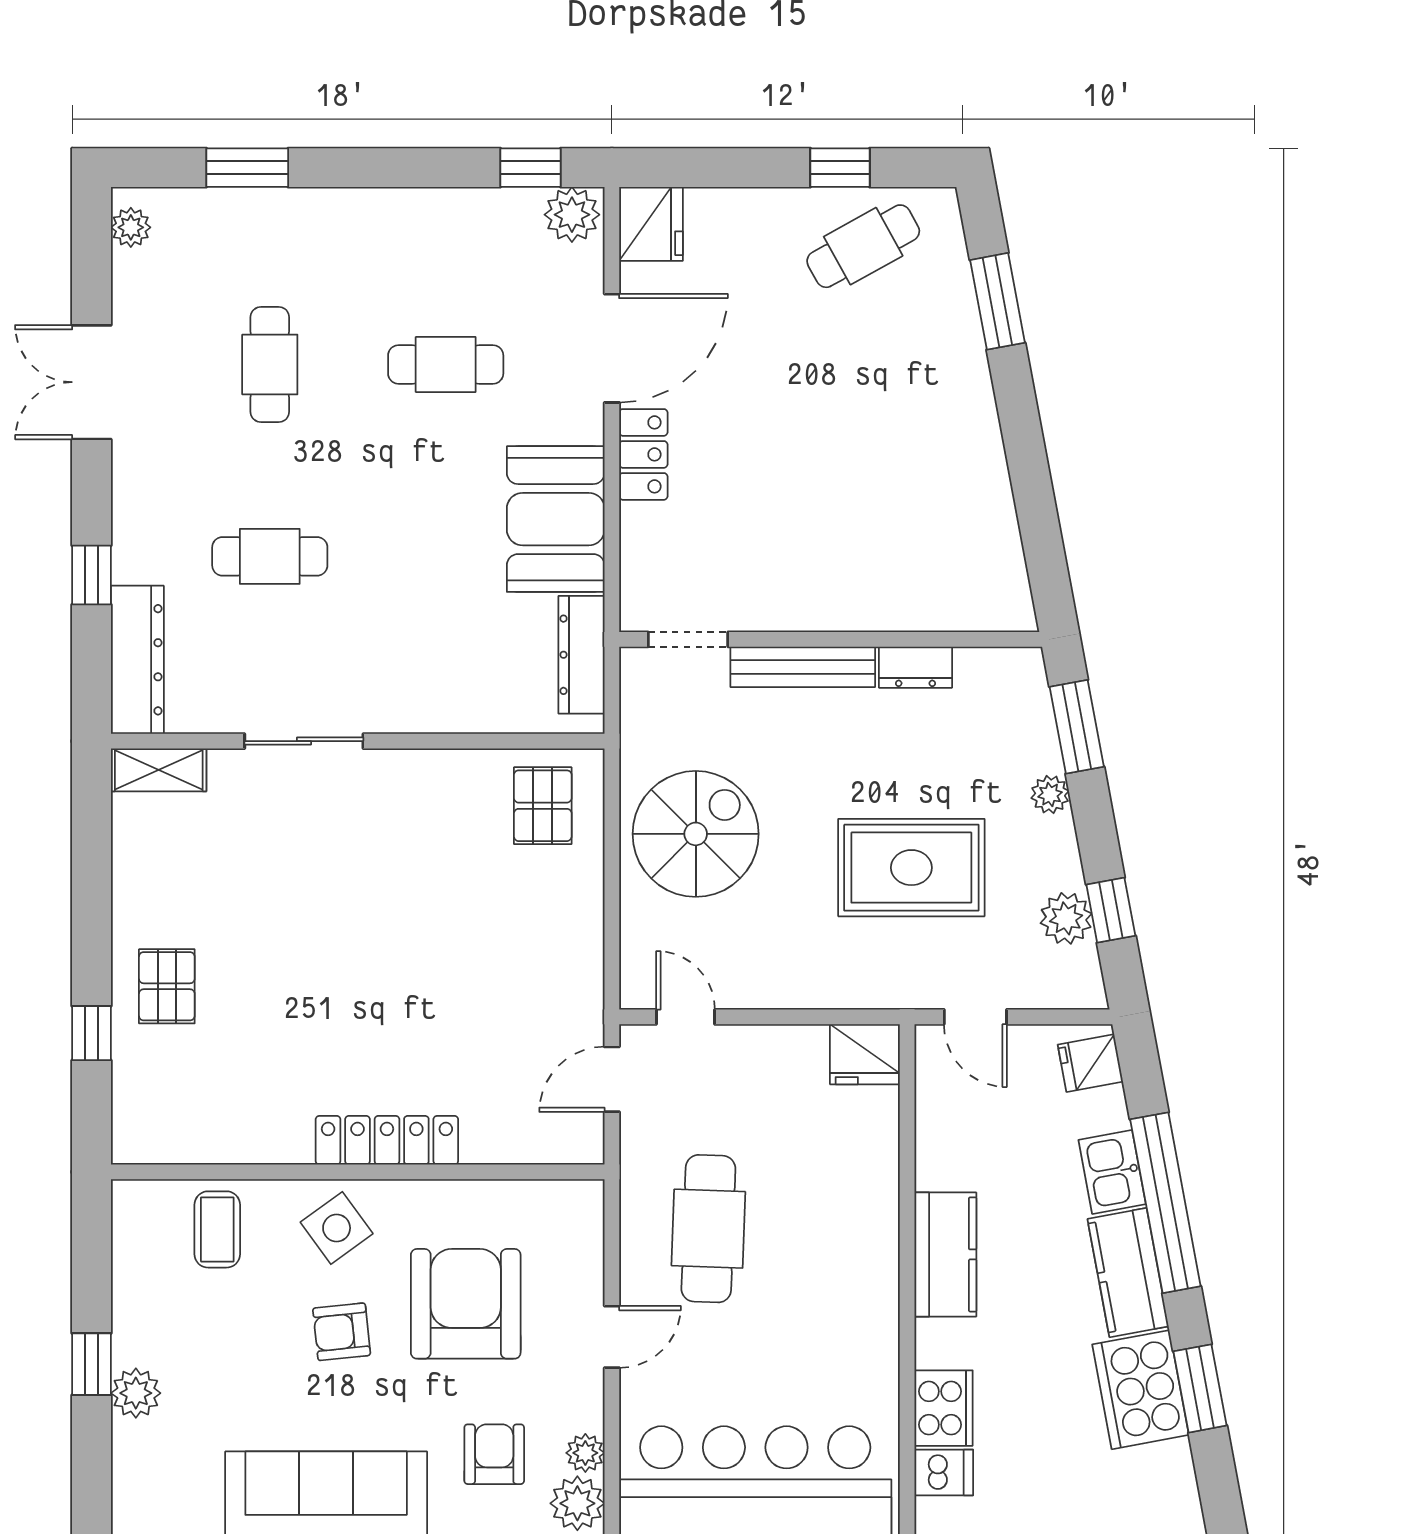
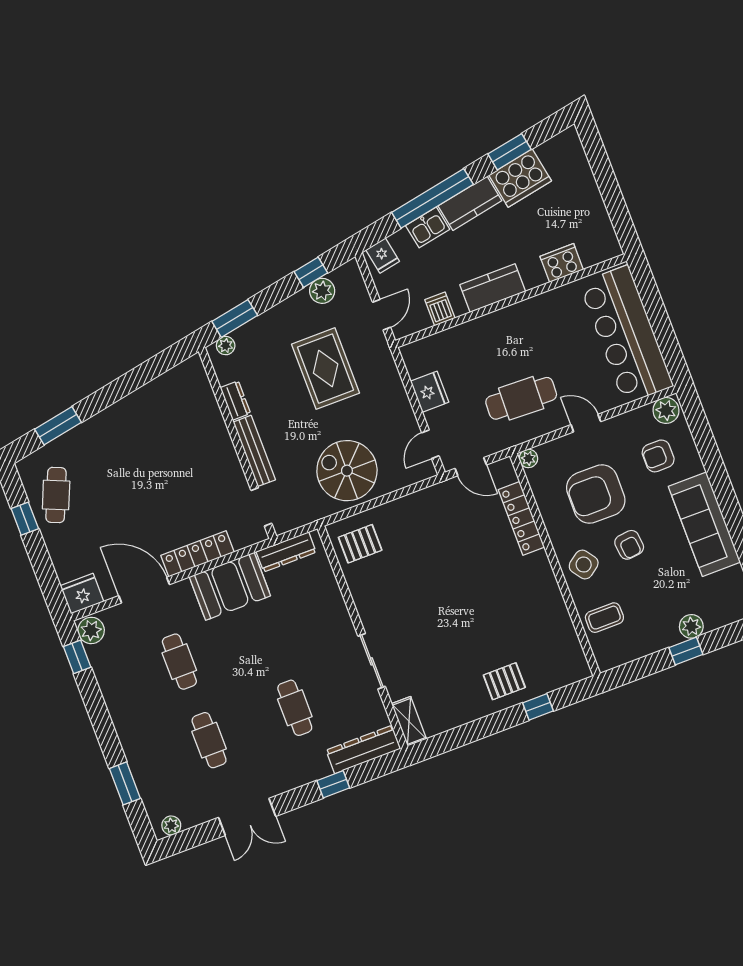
cafe table: (863, 246) -> (56, 495), turned 52
cafe table: (270, 364) -> (209, 740), turned 90
locker: (643, 454) -> (197, 554), width x1.53
plant: (1050, 794) -> (226, 346), moved
fridge: (865, 1054) -> (430, 392), moved
locker: (387, 1140) -> (521, 518), moved
plant: (585, 1453) -> (528, 458), moved
dishwasher: (944, 1473) -> (440, 309), moved

